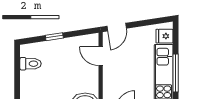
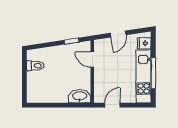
door: (117, 27) -> (118, 34), moved
window: (54, 37) -> (72, 41), moved

